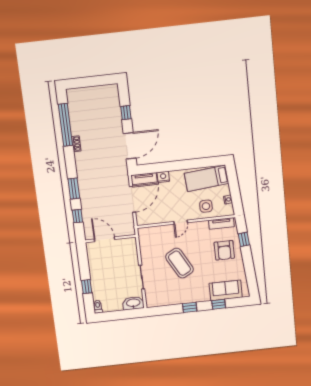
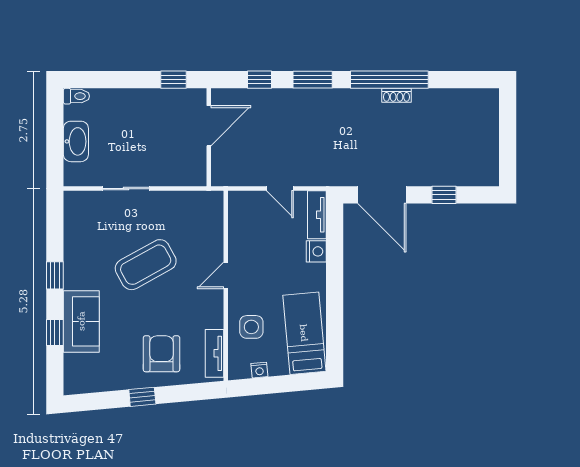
window: (65, 125) -> (389, 80), moved
door: (133, 199) -> (280, 189), width x0.53
door: (181, 222) -> (226, 275), hinge flipped
window: (244, 239) -> (142, 397), moved
armchair: (224, 250) -> (161, 354), turned 90
window: (87, 287) -> (174, 80), moved
sofa: (226, 290) -> (81, 321), moved
washbasin: (133, 303) -> (76, 141), moved

